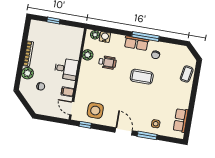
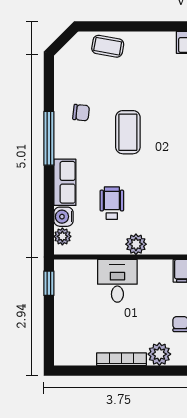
window: (53, 21) -> (49, 283), moved
row of seats: (136, 43) -> (65, 182), moved
plant: (88, 55) -> (136, 244), moved
desk: (66, 69) -> (117, 281), moved

